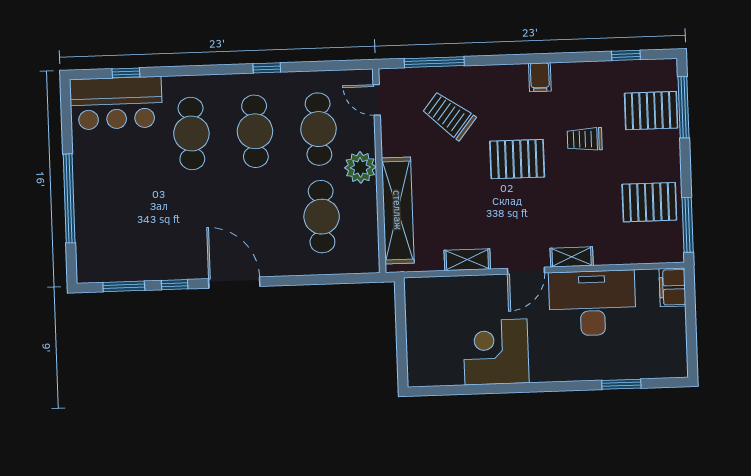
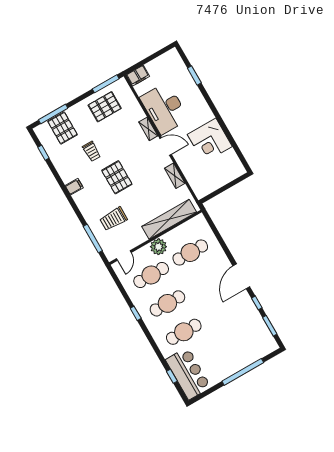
trolley: (449, 116) -> (114, 219), turned 52
pallet: (649, 202) -> (105, 107), turned 90

